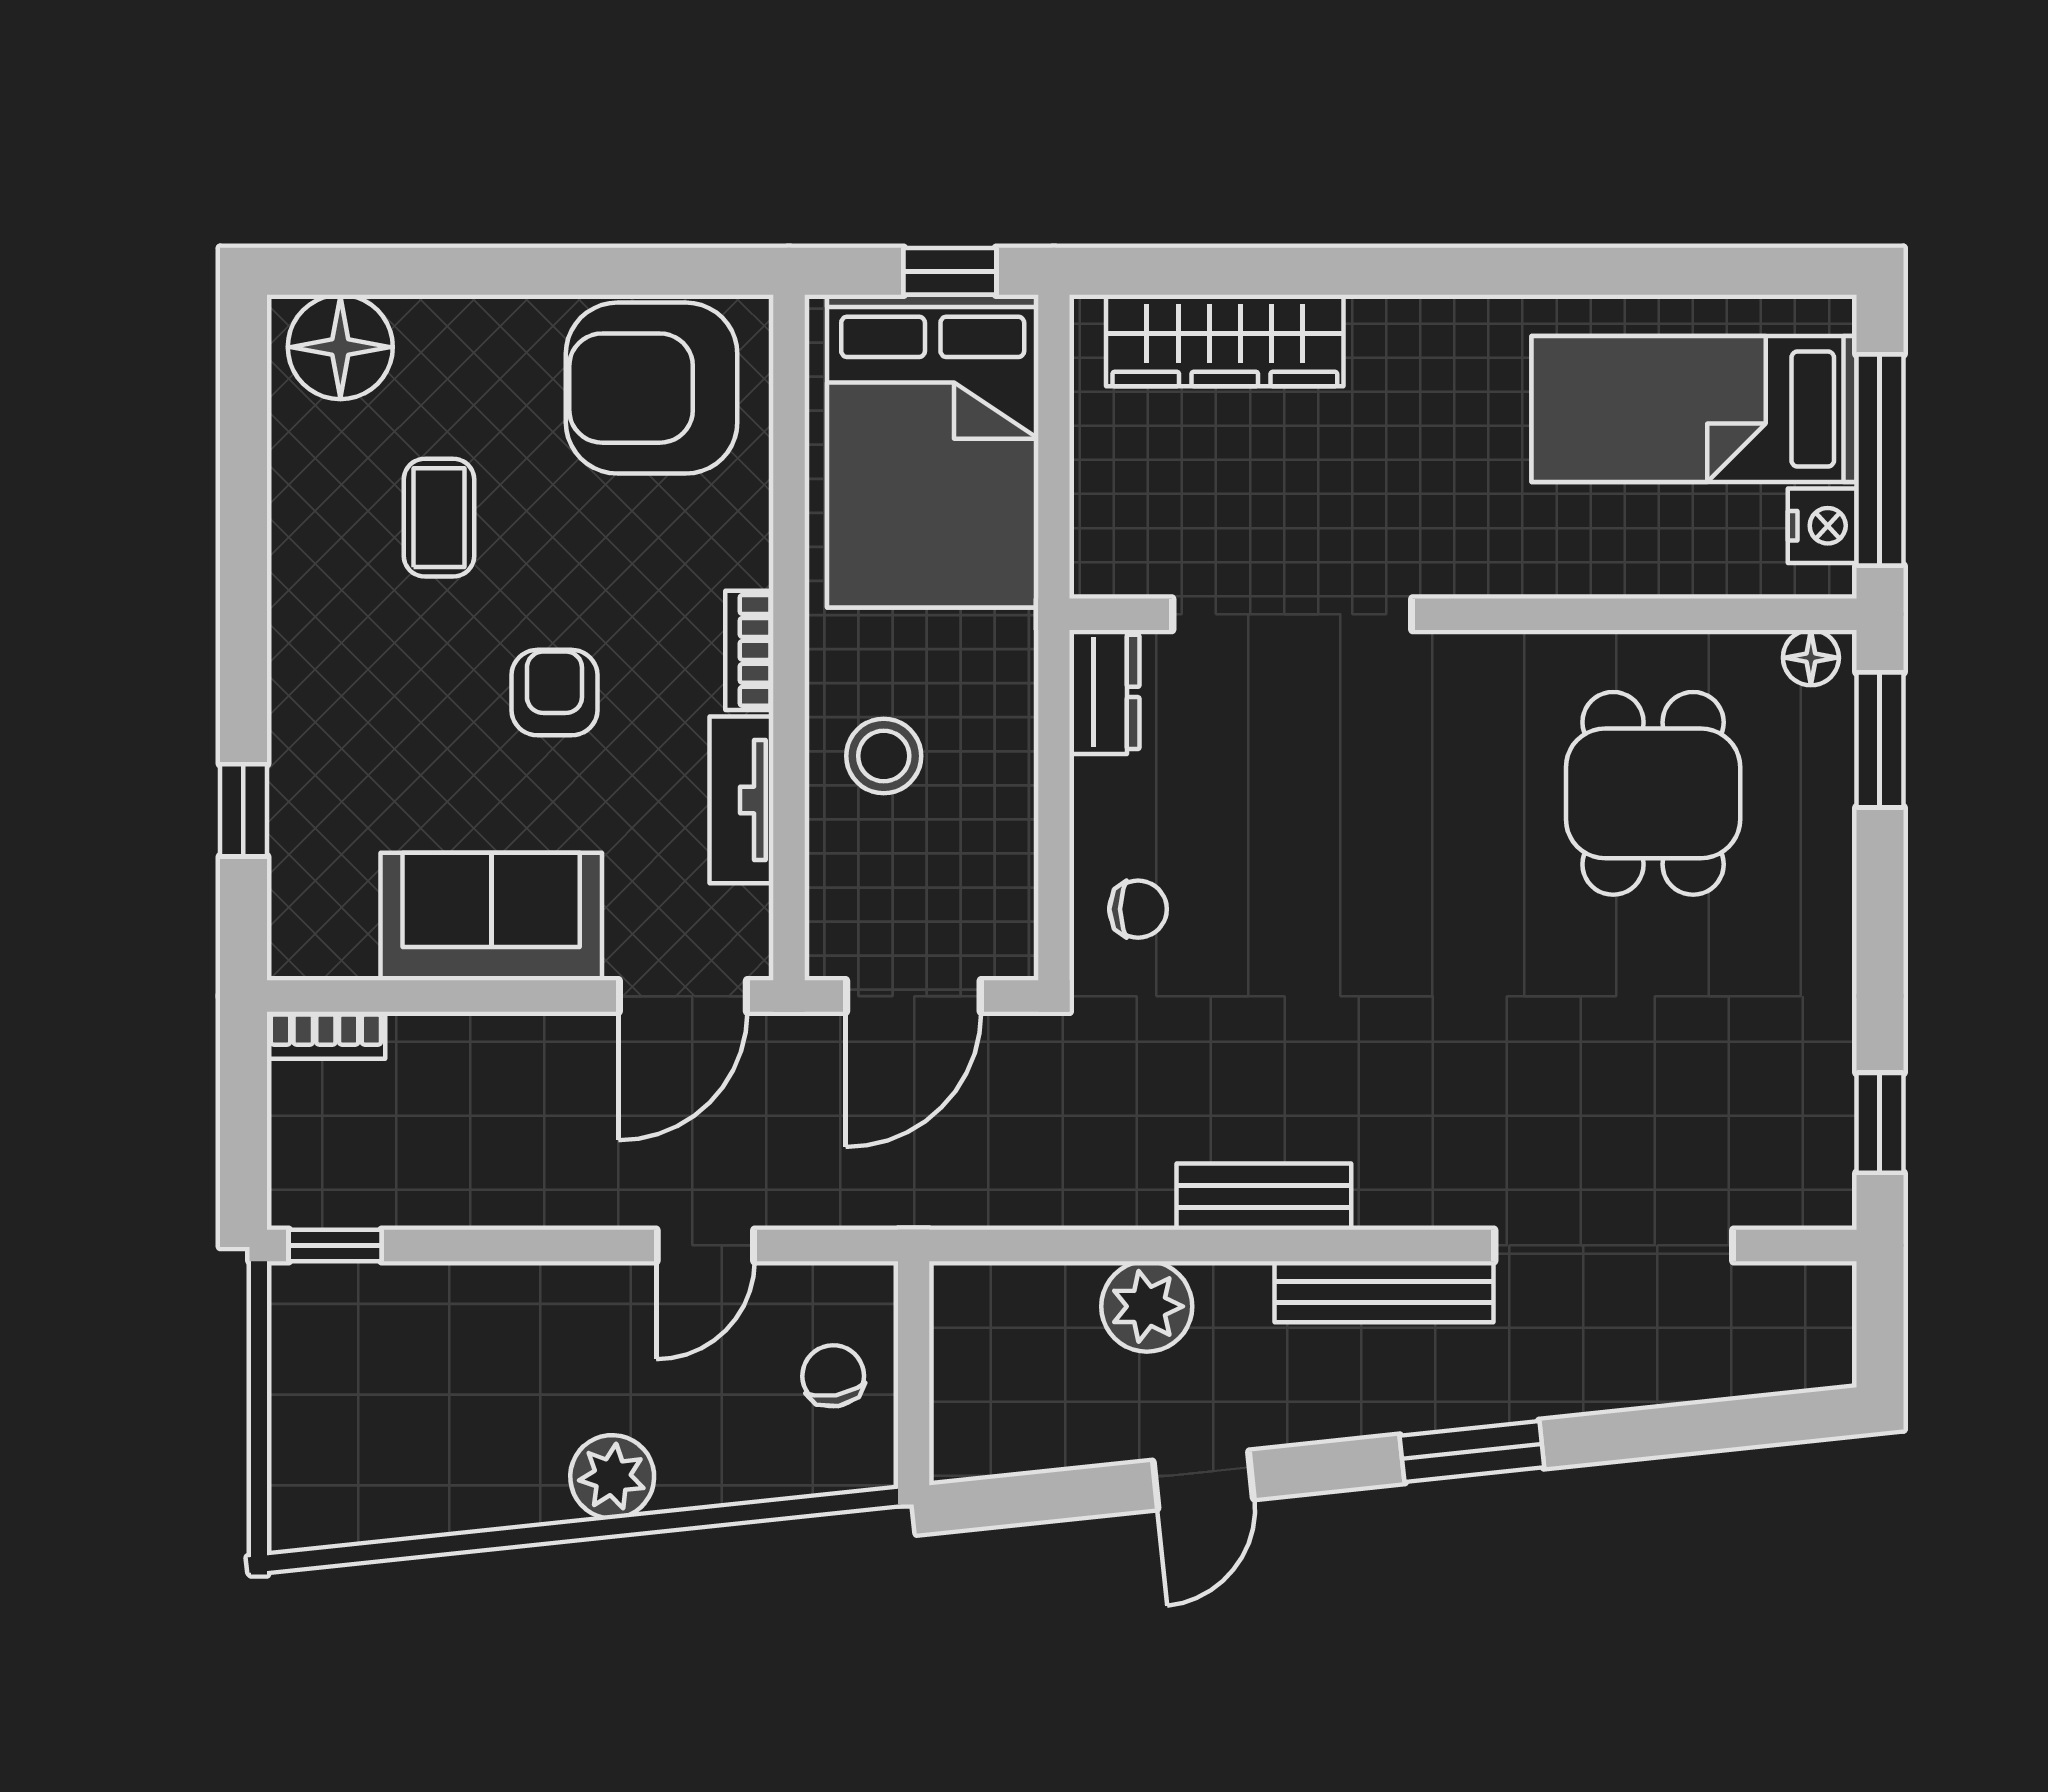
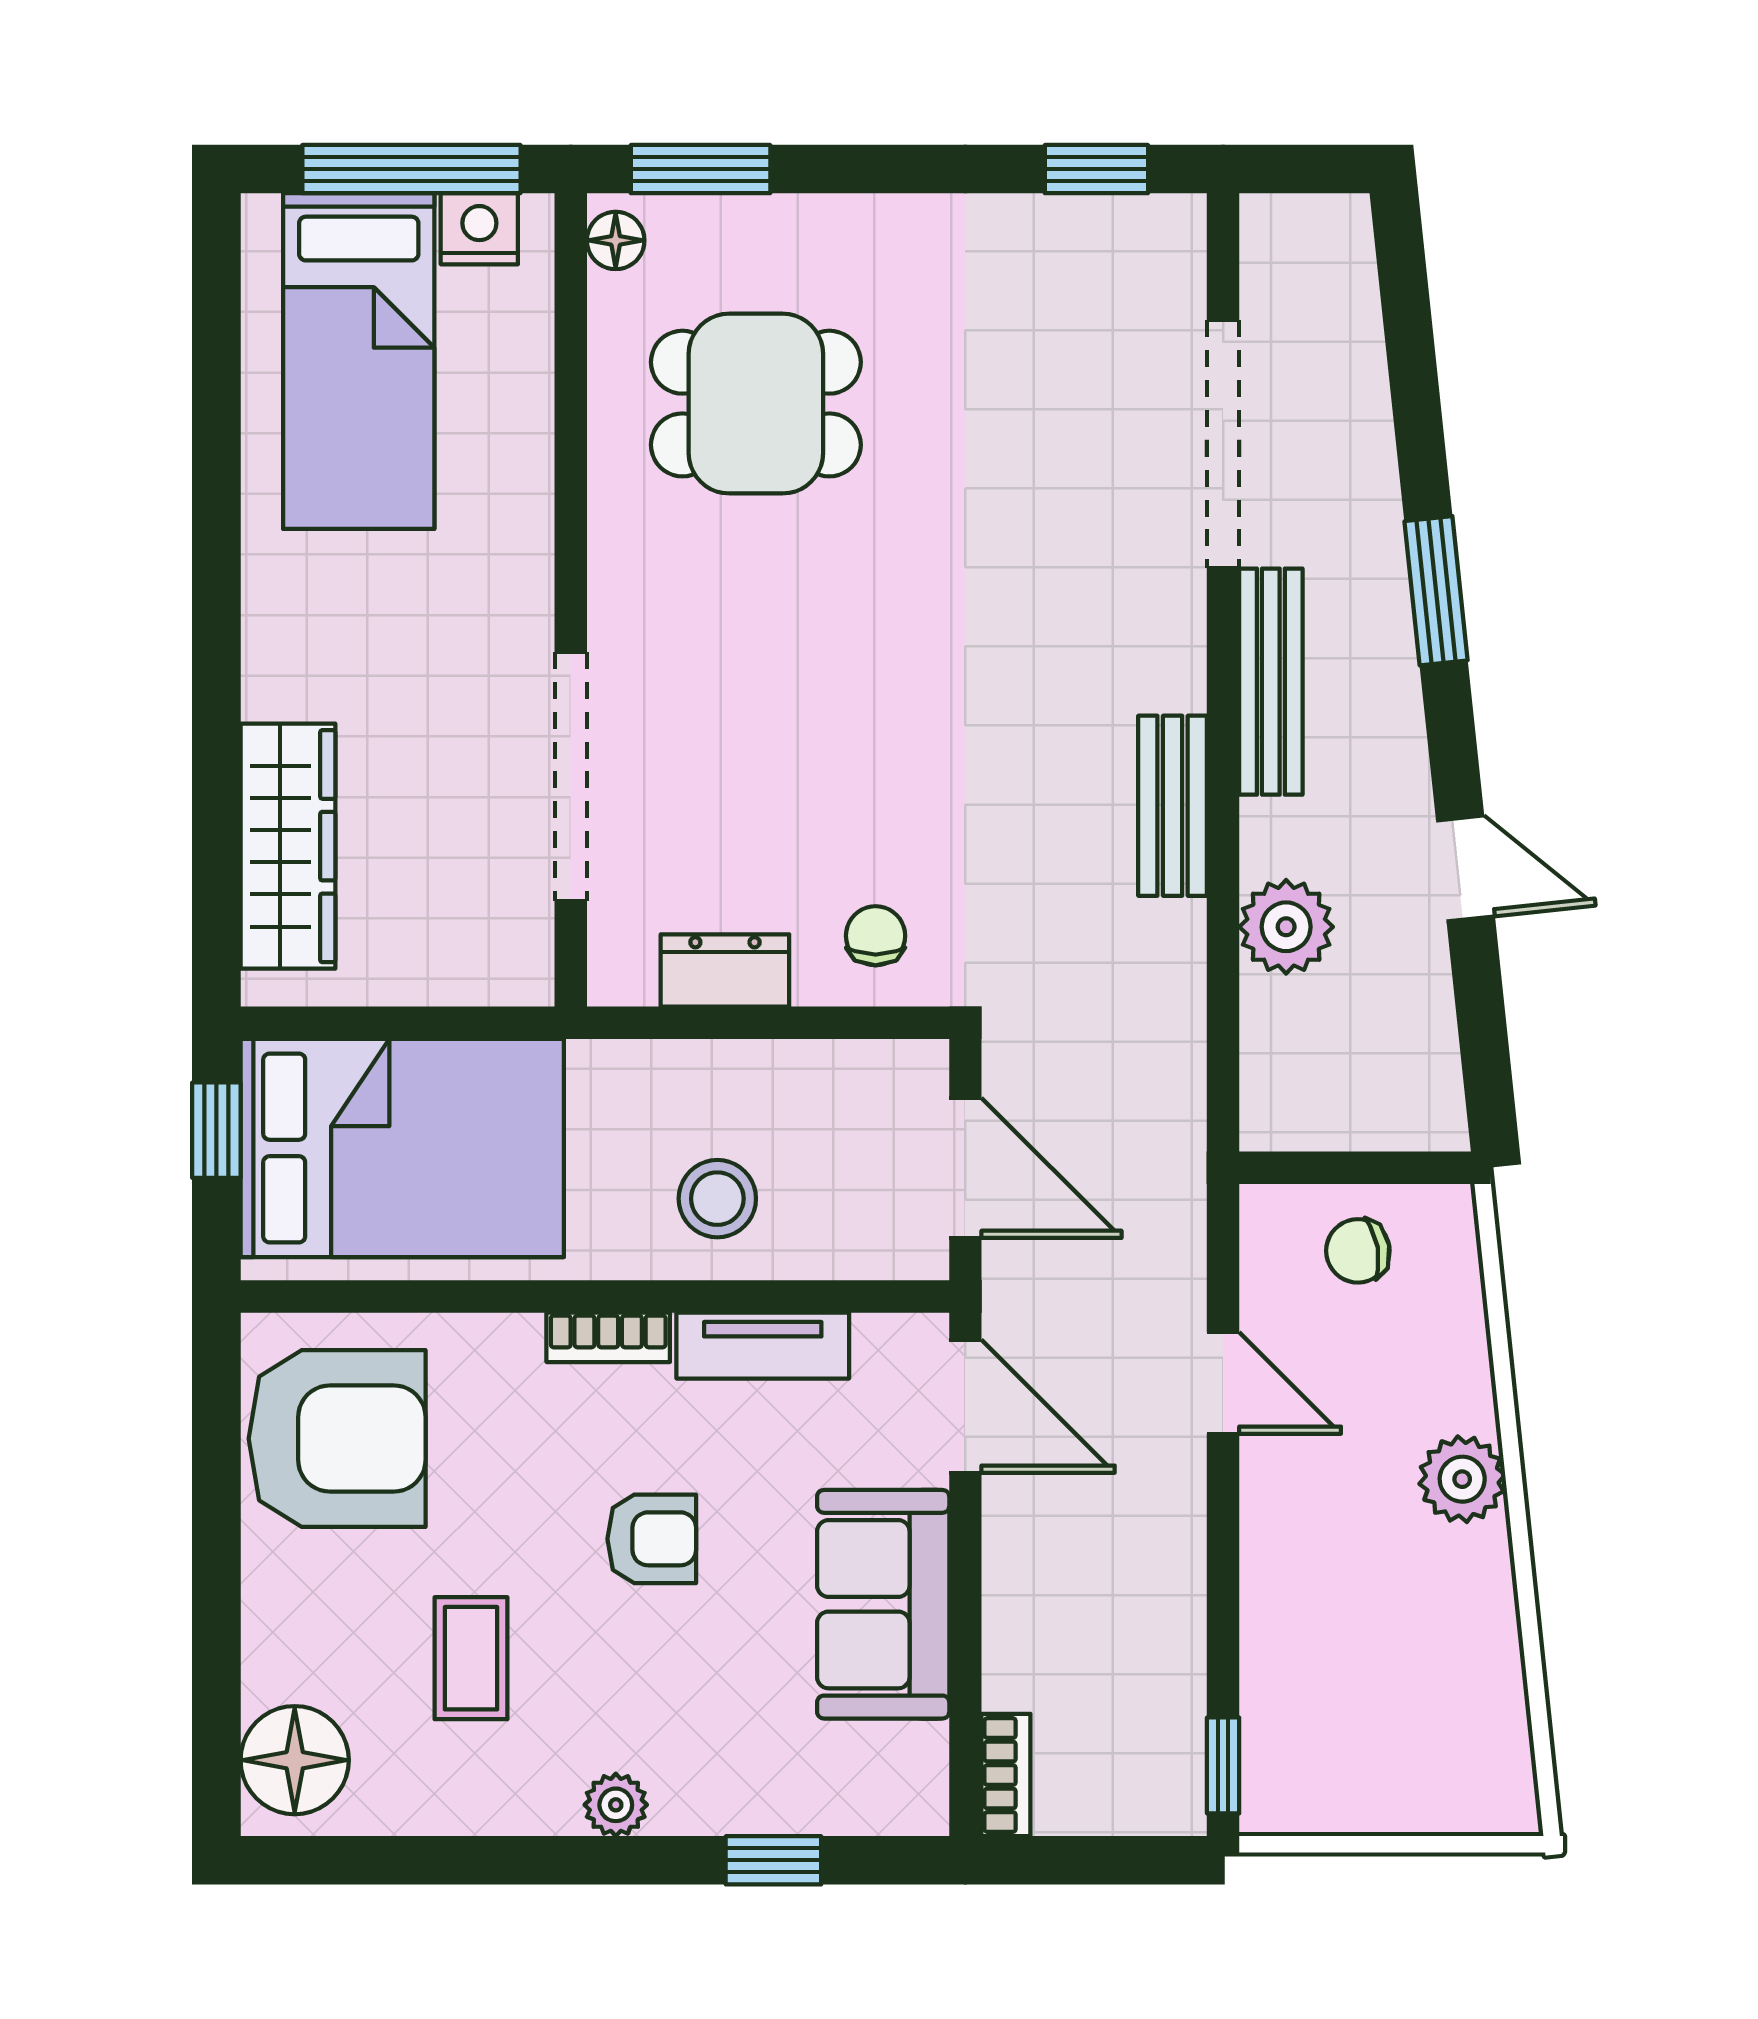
armchair: (652, 388) -> (337, 1439), turned -90
coffee table: (439, 518) -> (471, 1658), turned 90
plant: (297, 658) -> (616, 1805), added
dresser: (1104, 692) -> (725, 970), moved
armchair: (554, 693) -> (652, 1539), turned 180

